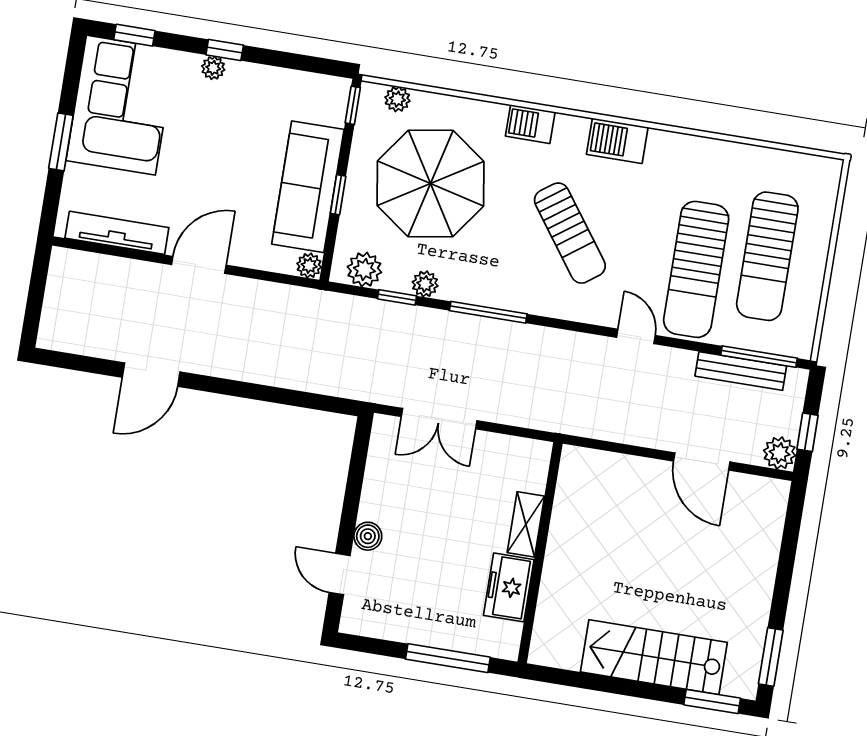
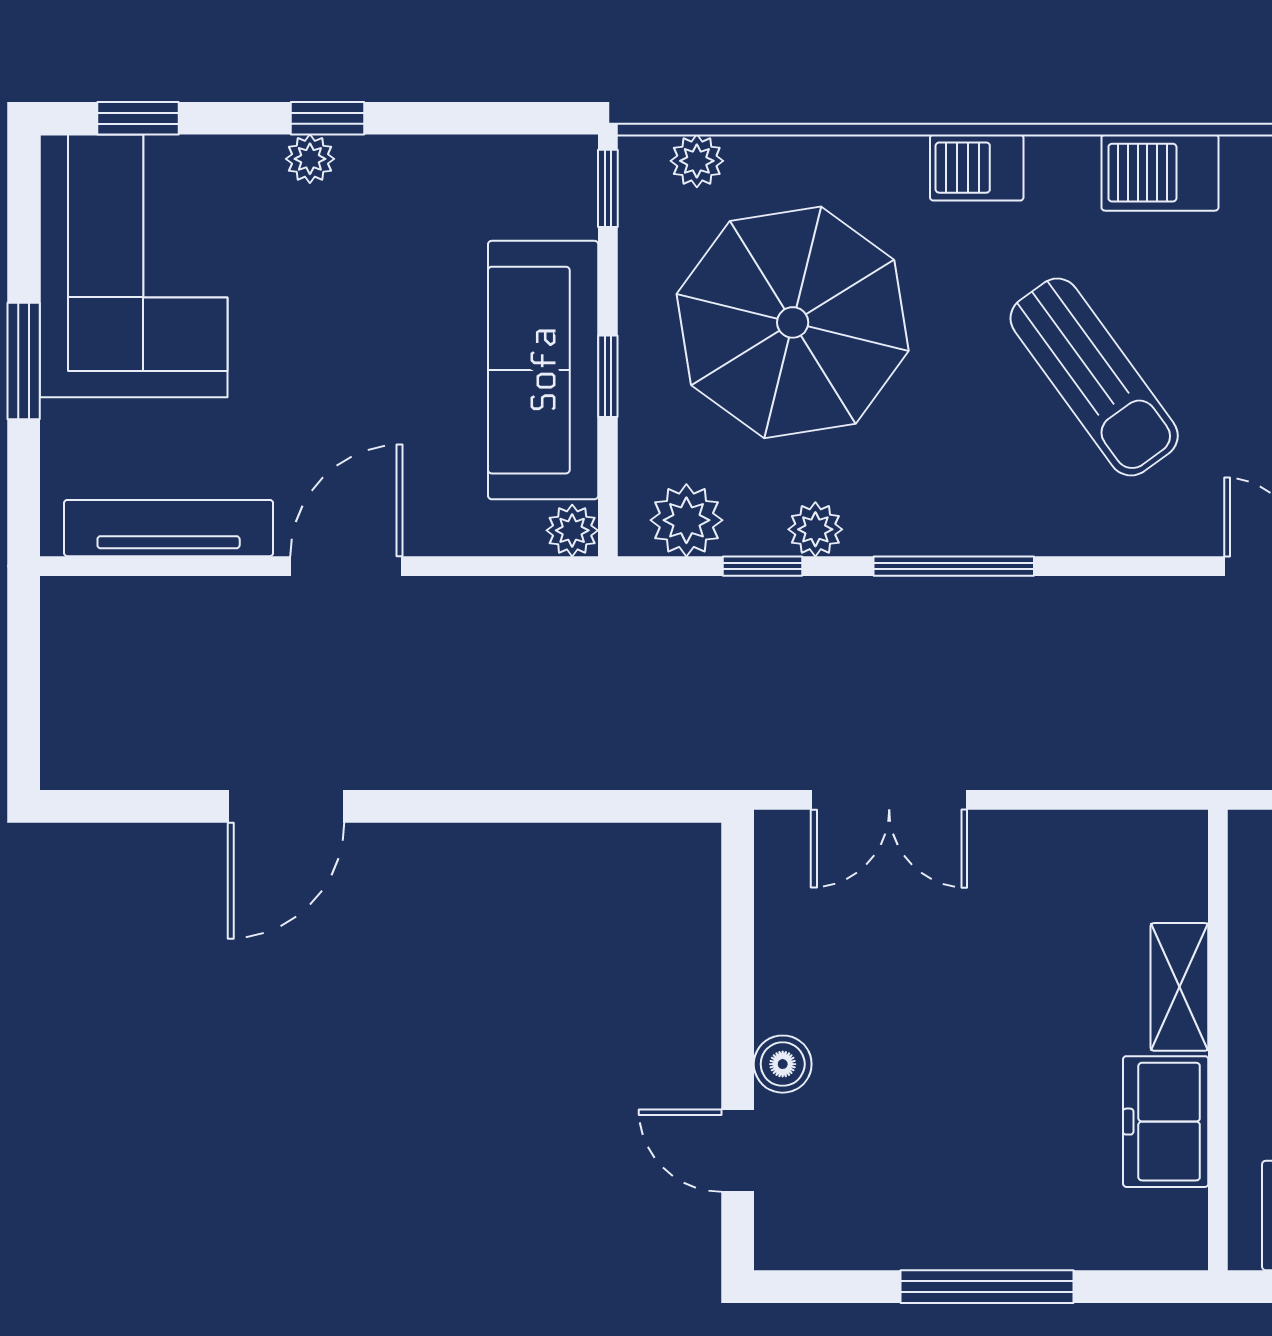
shelving: (526, 524) -> (1179, 987), moved
wall: (540, 553) -> (1218, 1040), moved
freezer: (509, 587) -> (1166, 1122), moved

